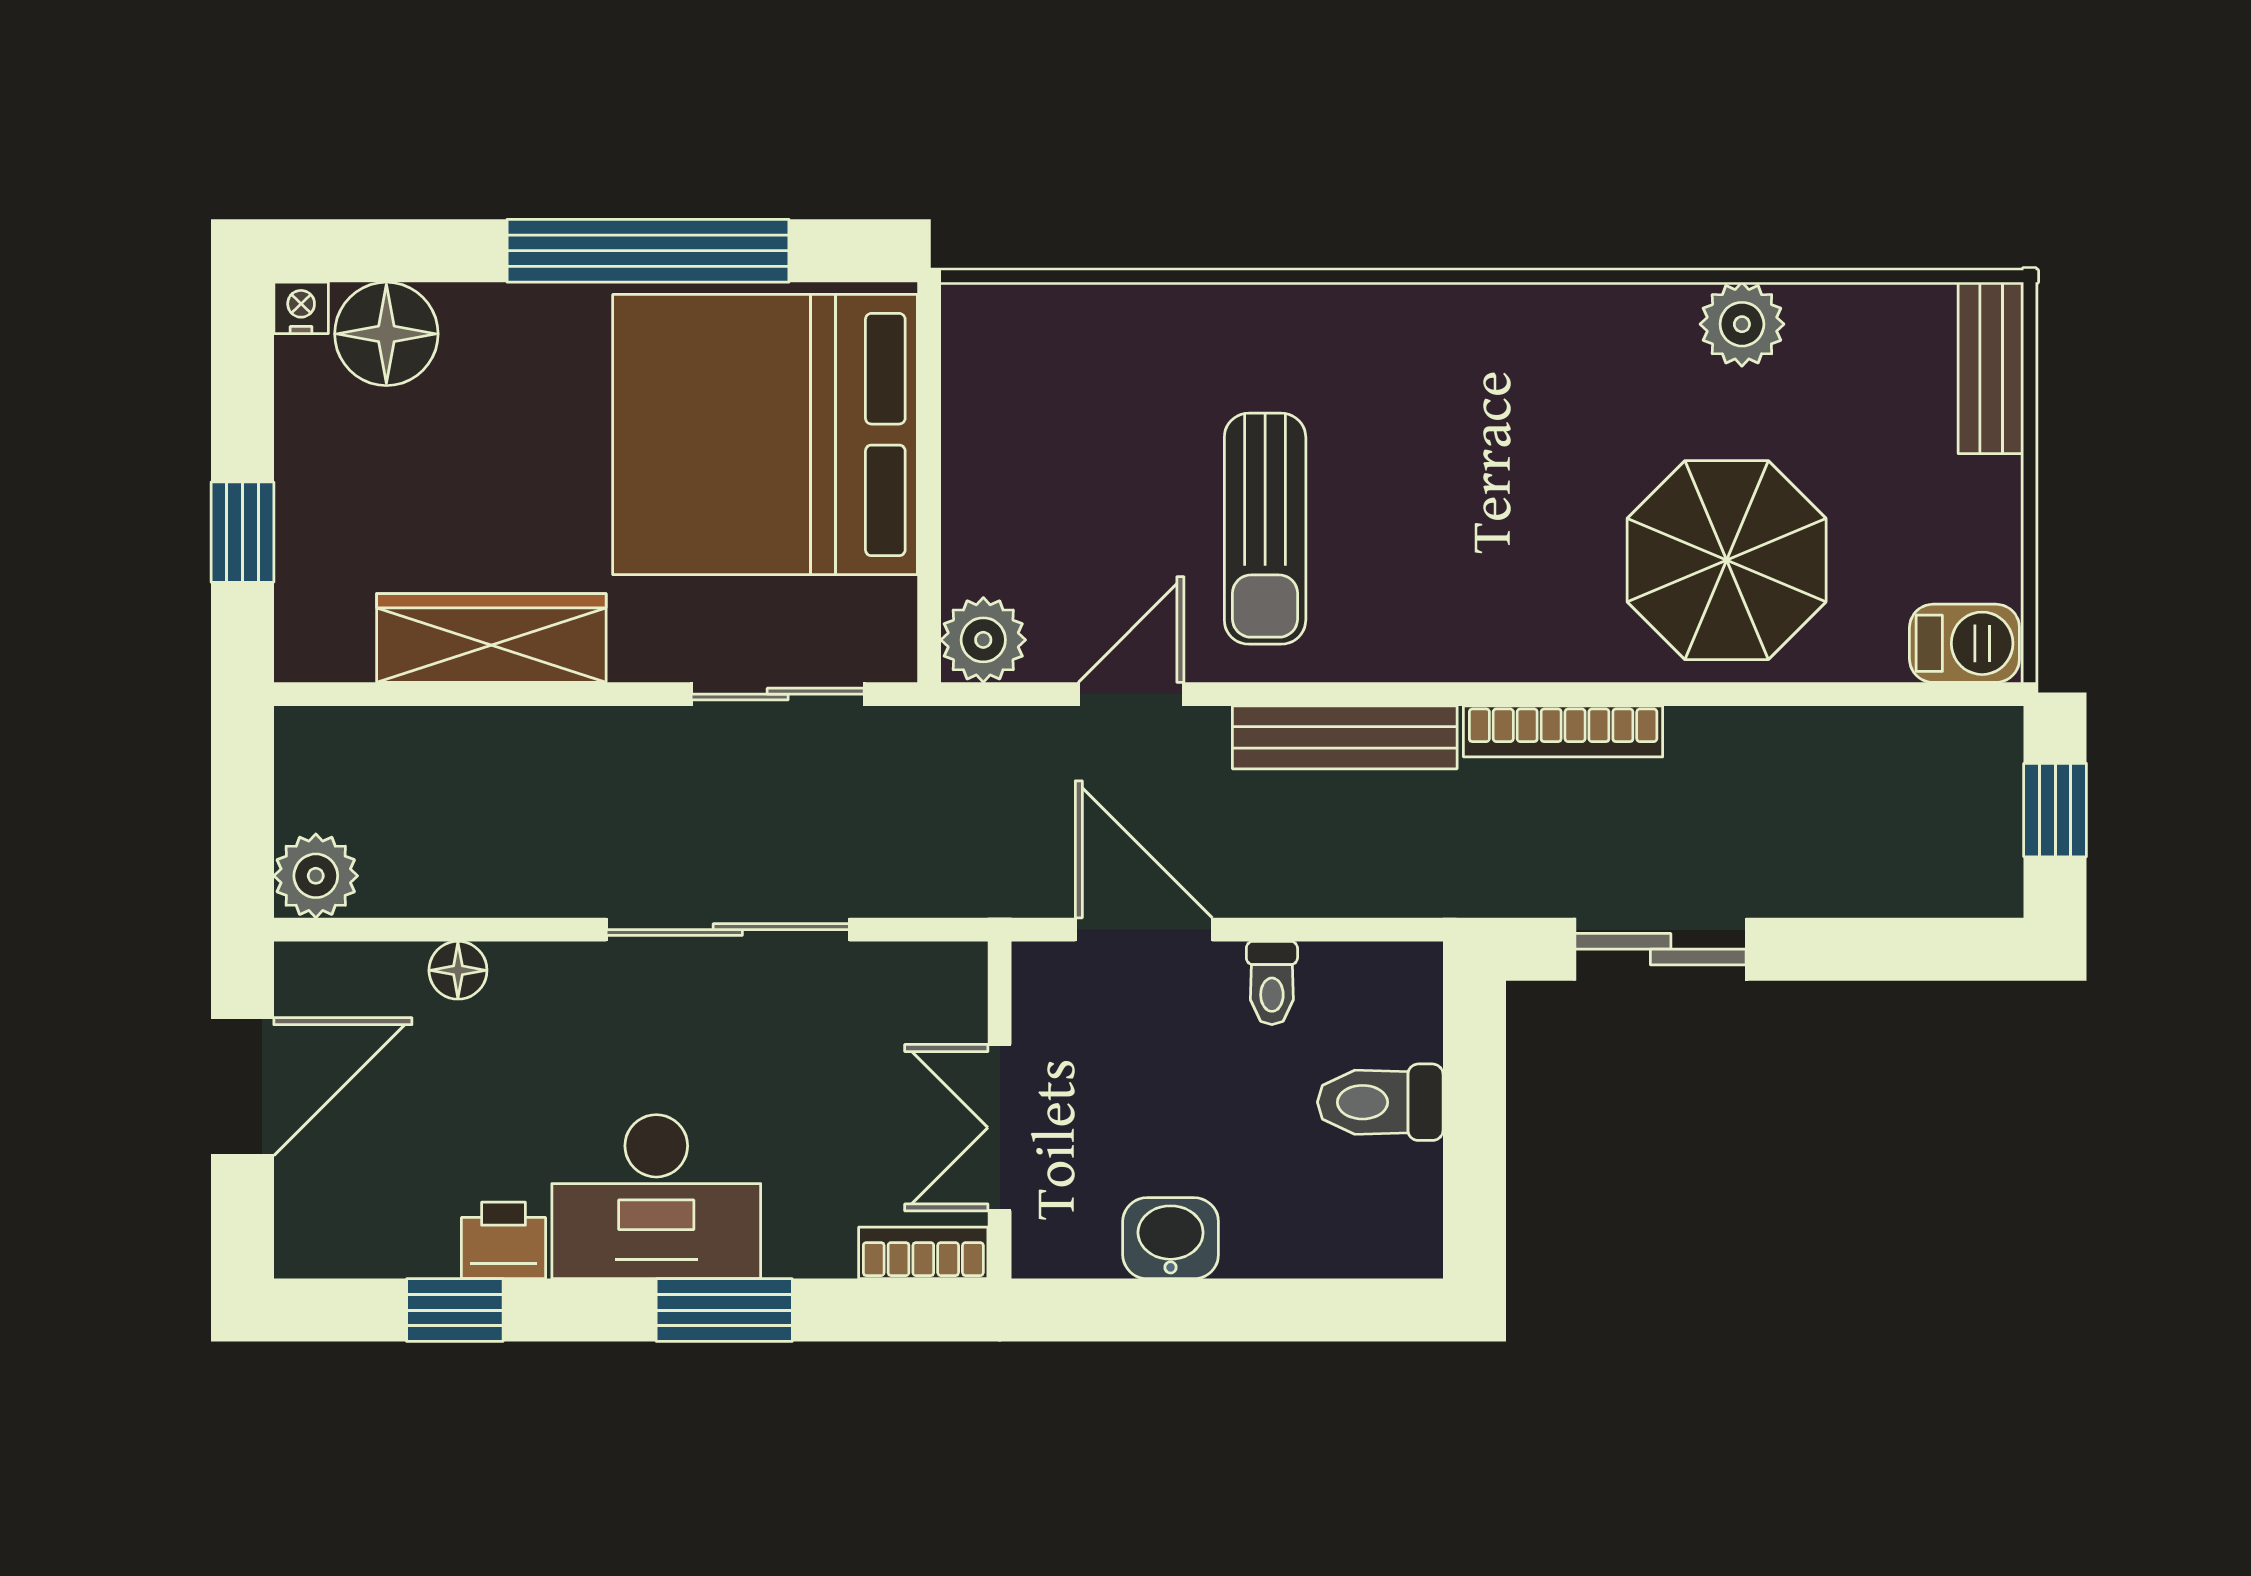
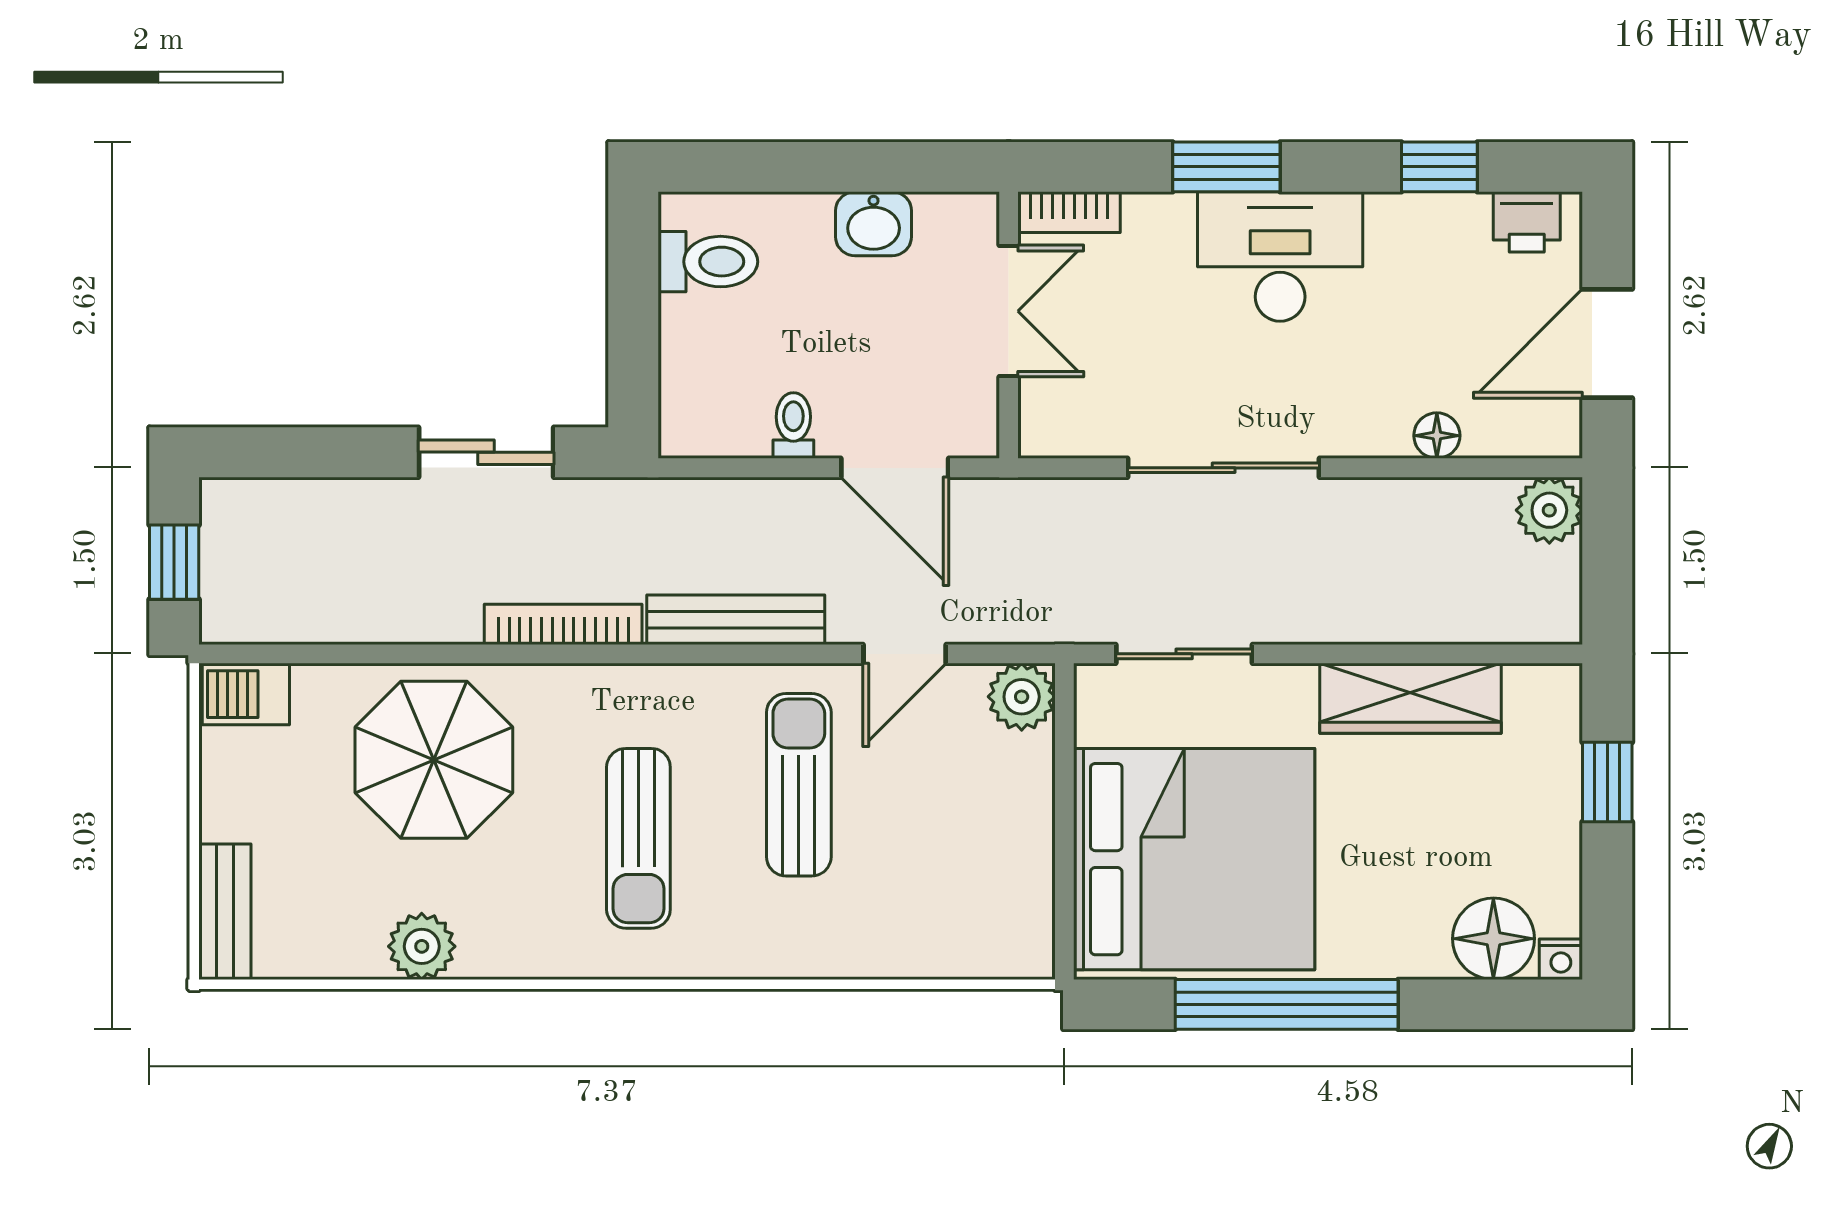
sun lounger: (1468, 461) -> (638, 838), added
toilet: (1380, 1102) -> (708, 262), moved
printer: (504, 1240) -> (1527, 222), moved

